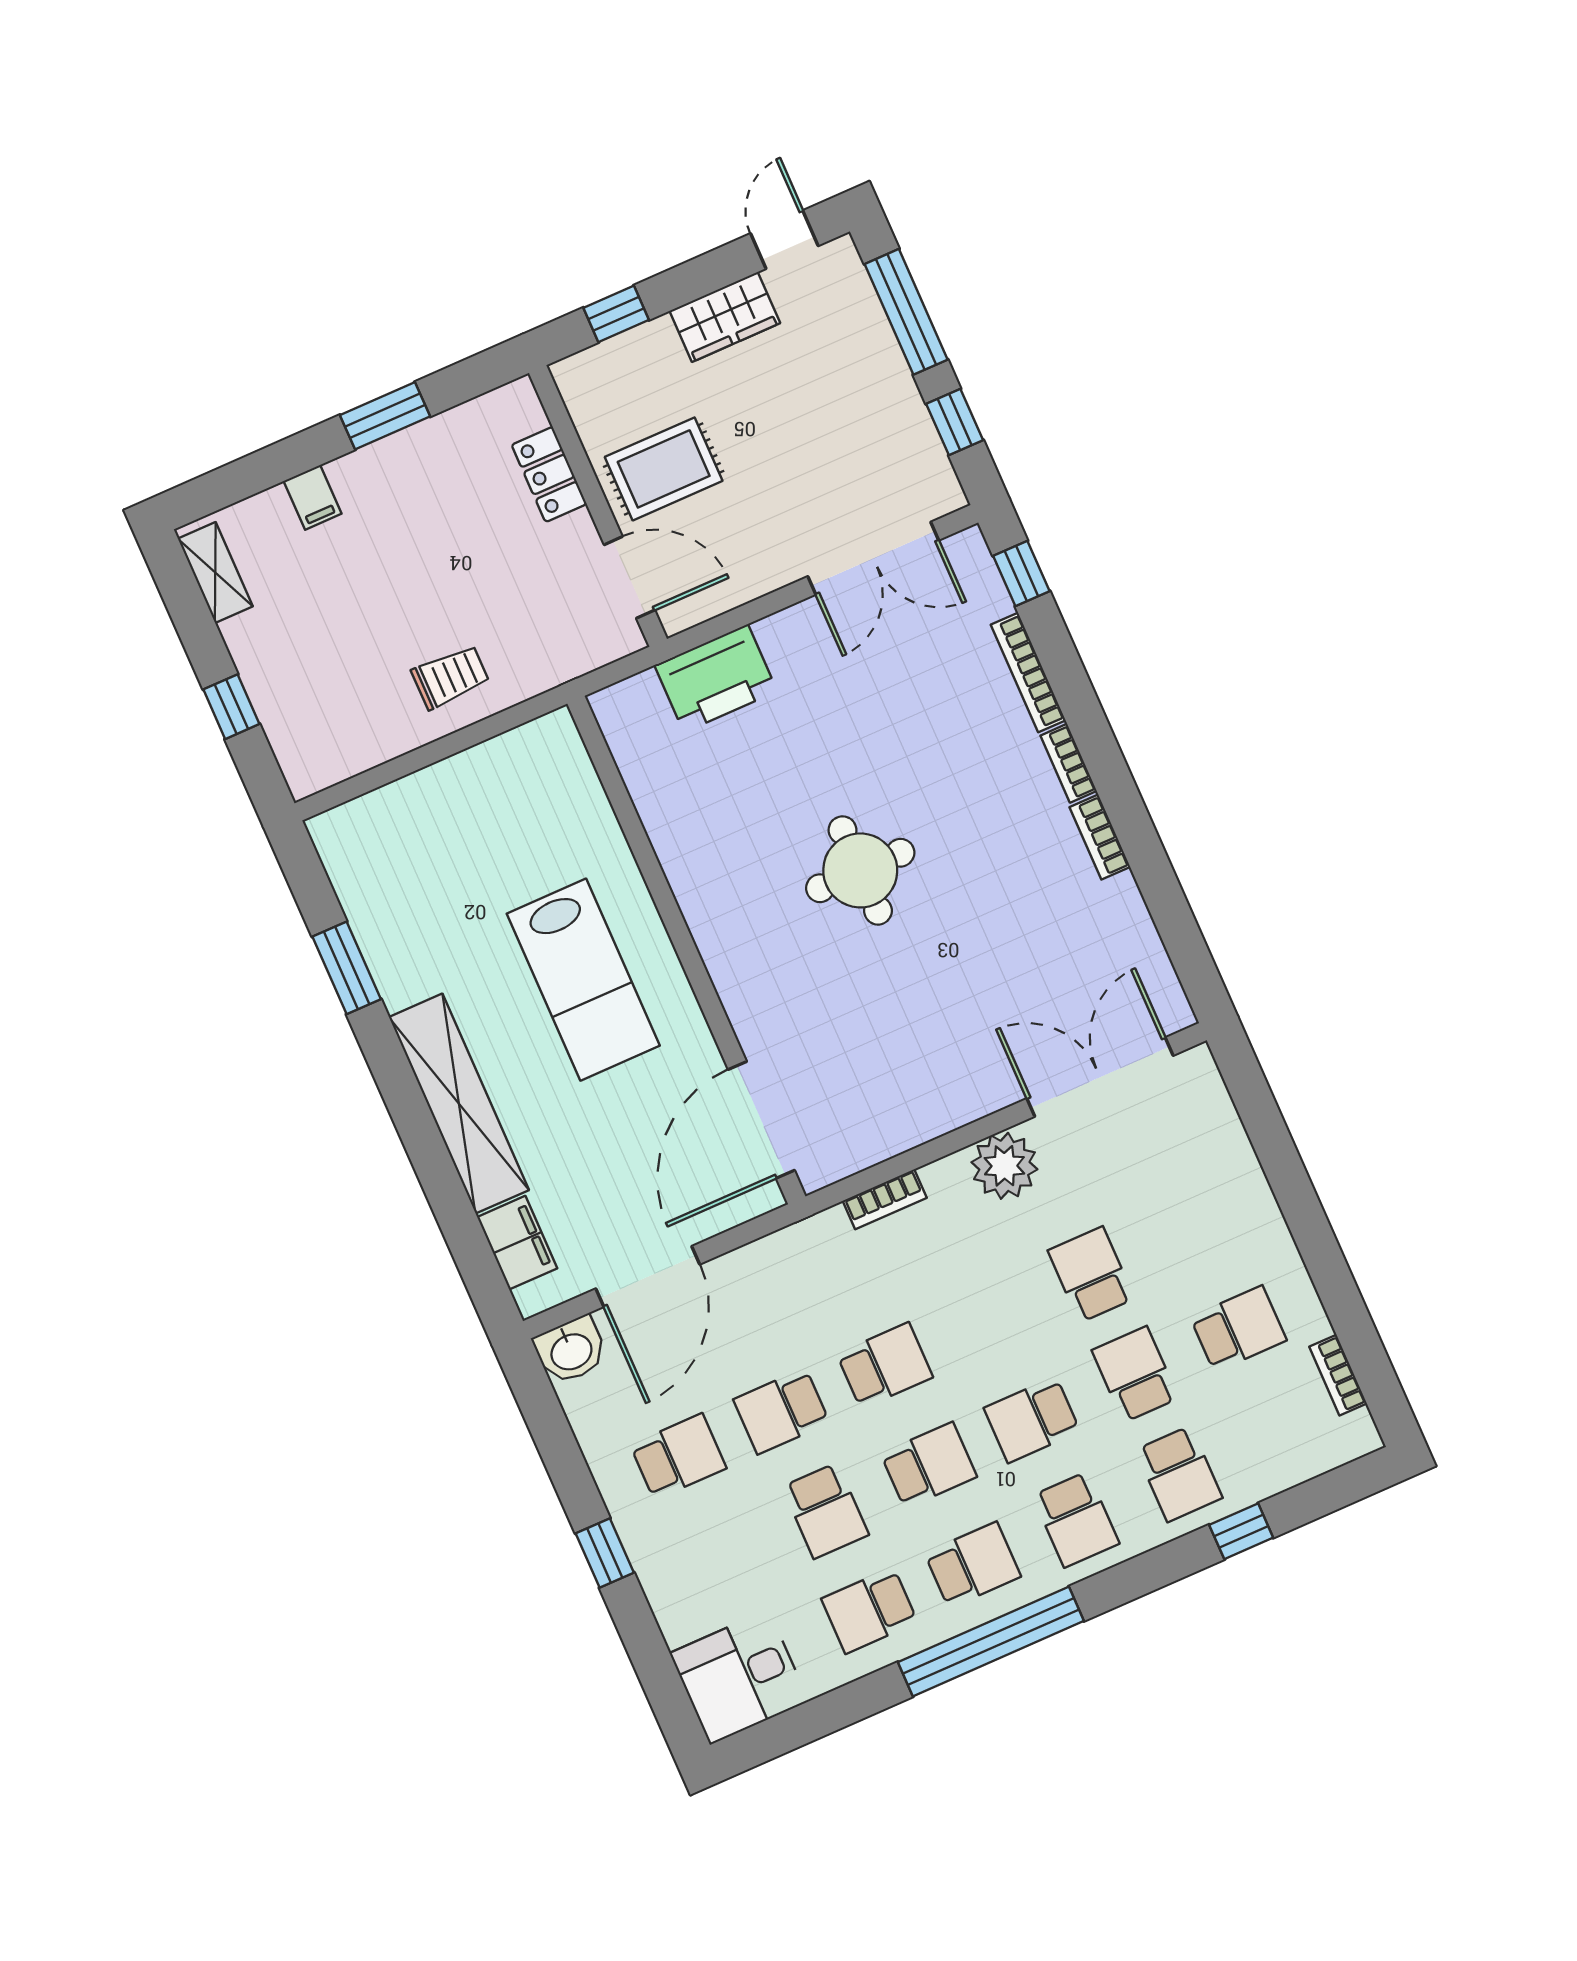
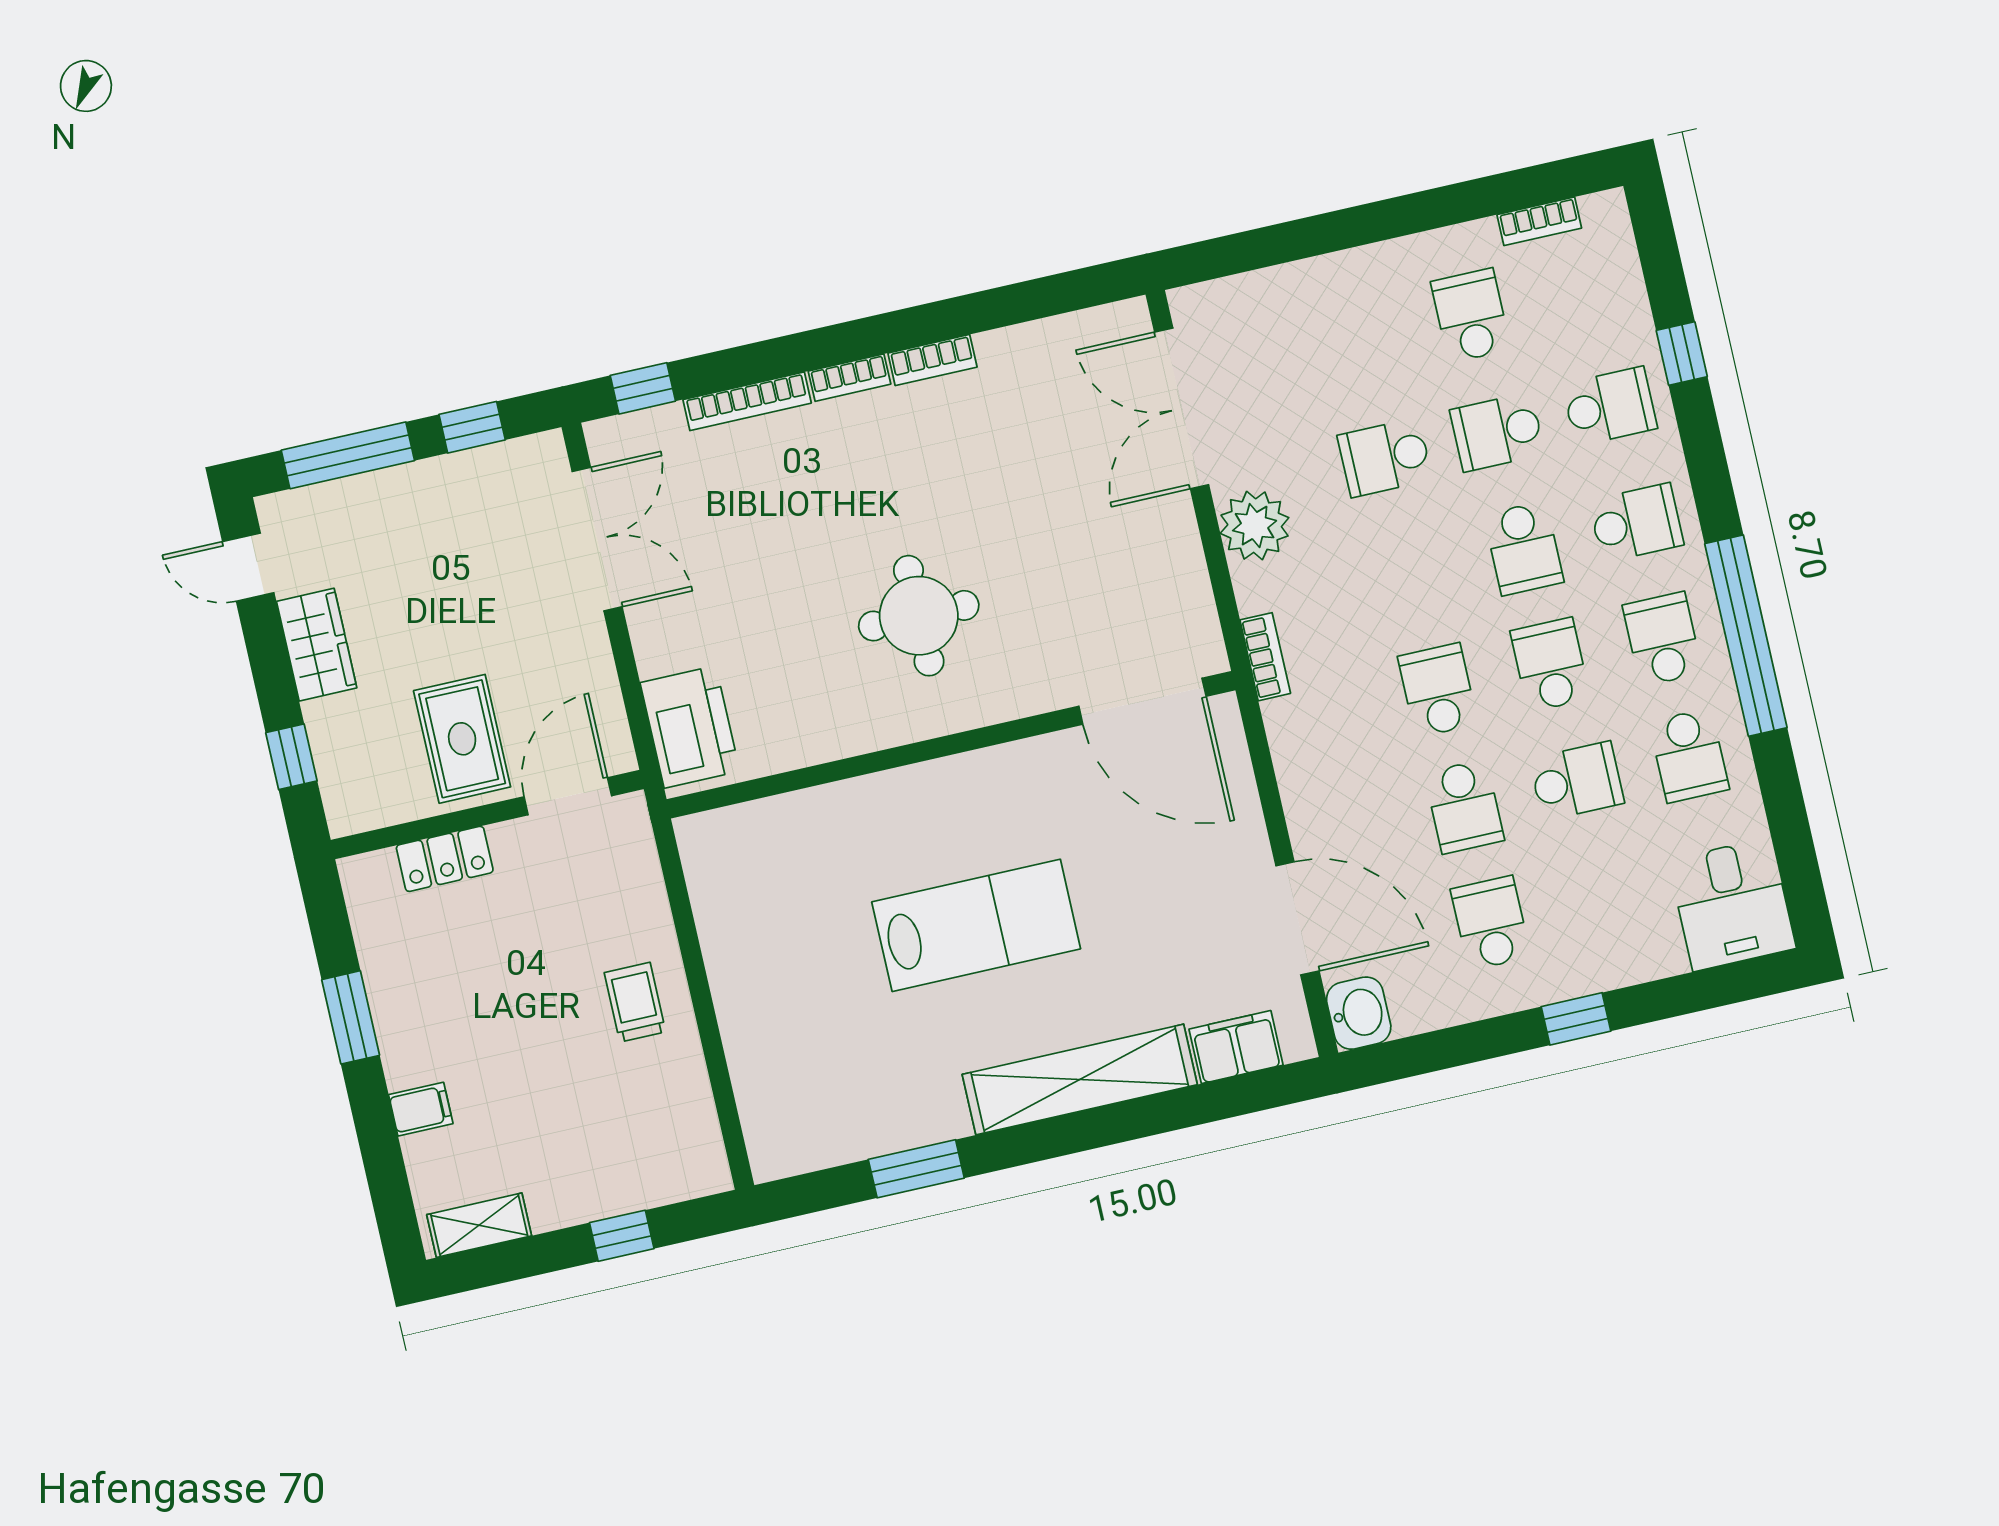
wall: (686, 950) -> (951, 745), moved
door: (761, 1120) -> (1142, 701), moved

